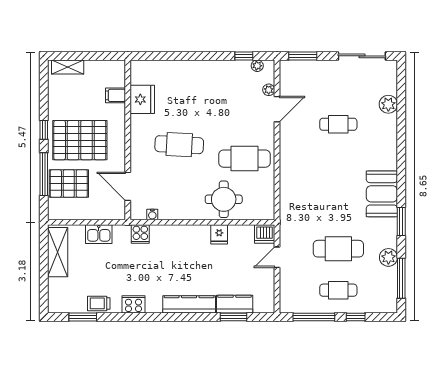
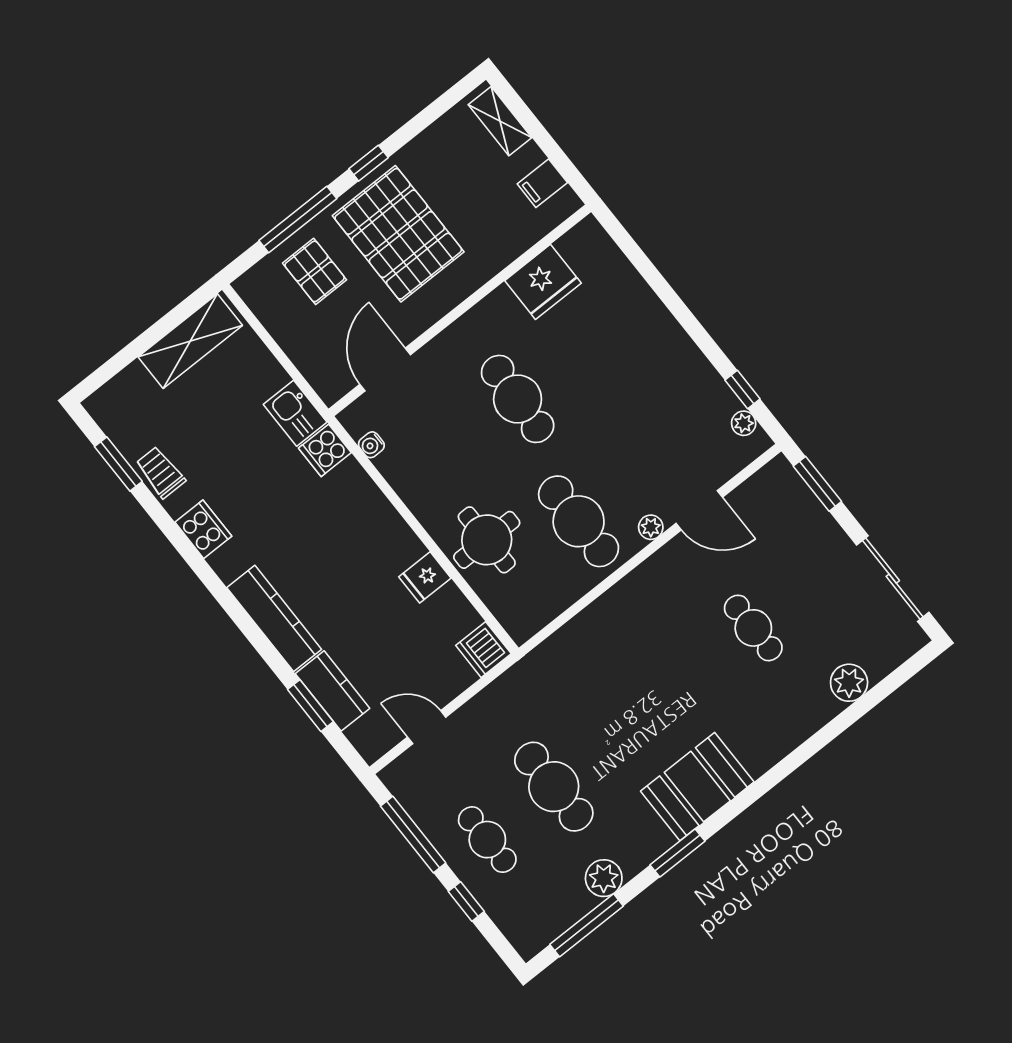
plant: (269, 90) -> (651, 527), moved
filing cabinet: (116, 95) -> (542, 183), moved, turned -90
pallet: (69, 184) -> (315, 271), width x0.67, depth x0.71
kitchen sink: (99, 234) -> (295, 413), moved
door: (277, 257) -> (427, 727), moved

